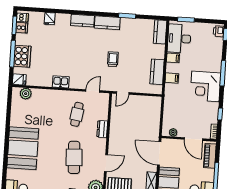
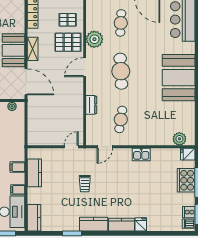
fridge: (50, 19) -> (141, 224), moved

